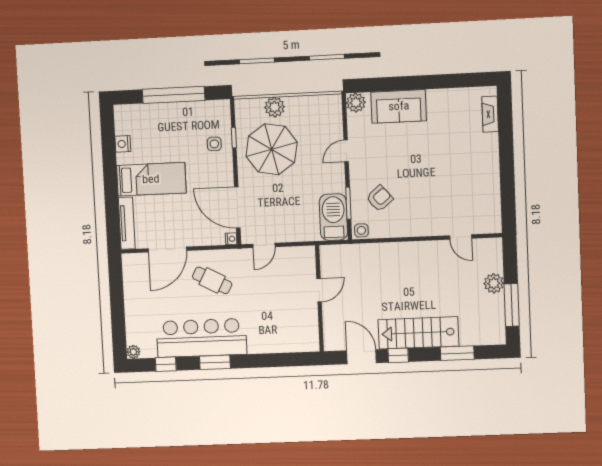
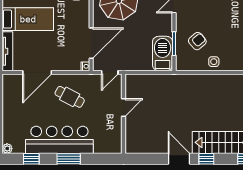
door: (237, 208) -> (91, 43), swing flipped
side table: (361, 230) -> (214, 62), moved
door: (319, 290) -> (124, 107), moved
wall: (319, 298) -> (124, 114), moved

